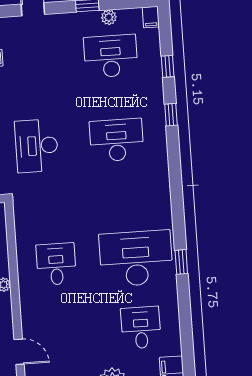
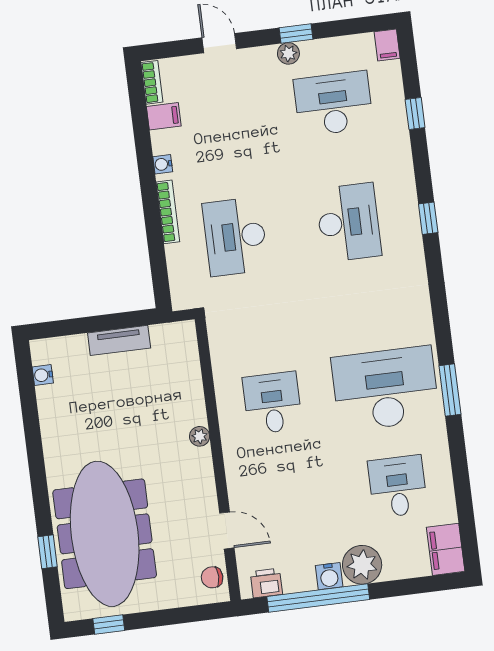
plant: (109, 17) -> (288, 53), moved
window: (171, 115) -> (428, 218), moved
desk: (117, 140) -> (348, 222), turned 90
window: (181, 262) -> (450, 390), width x1.50

